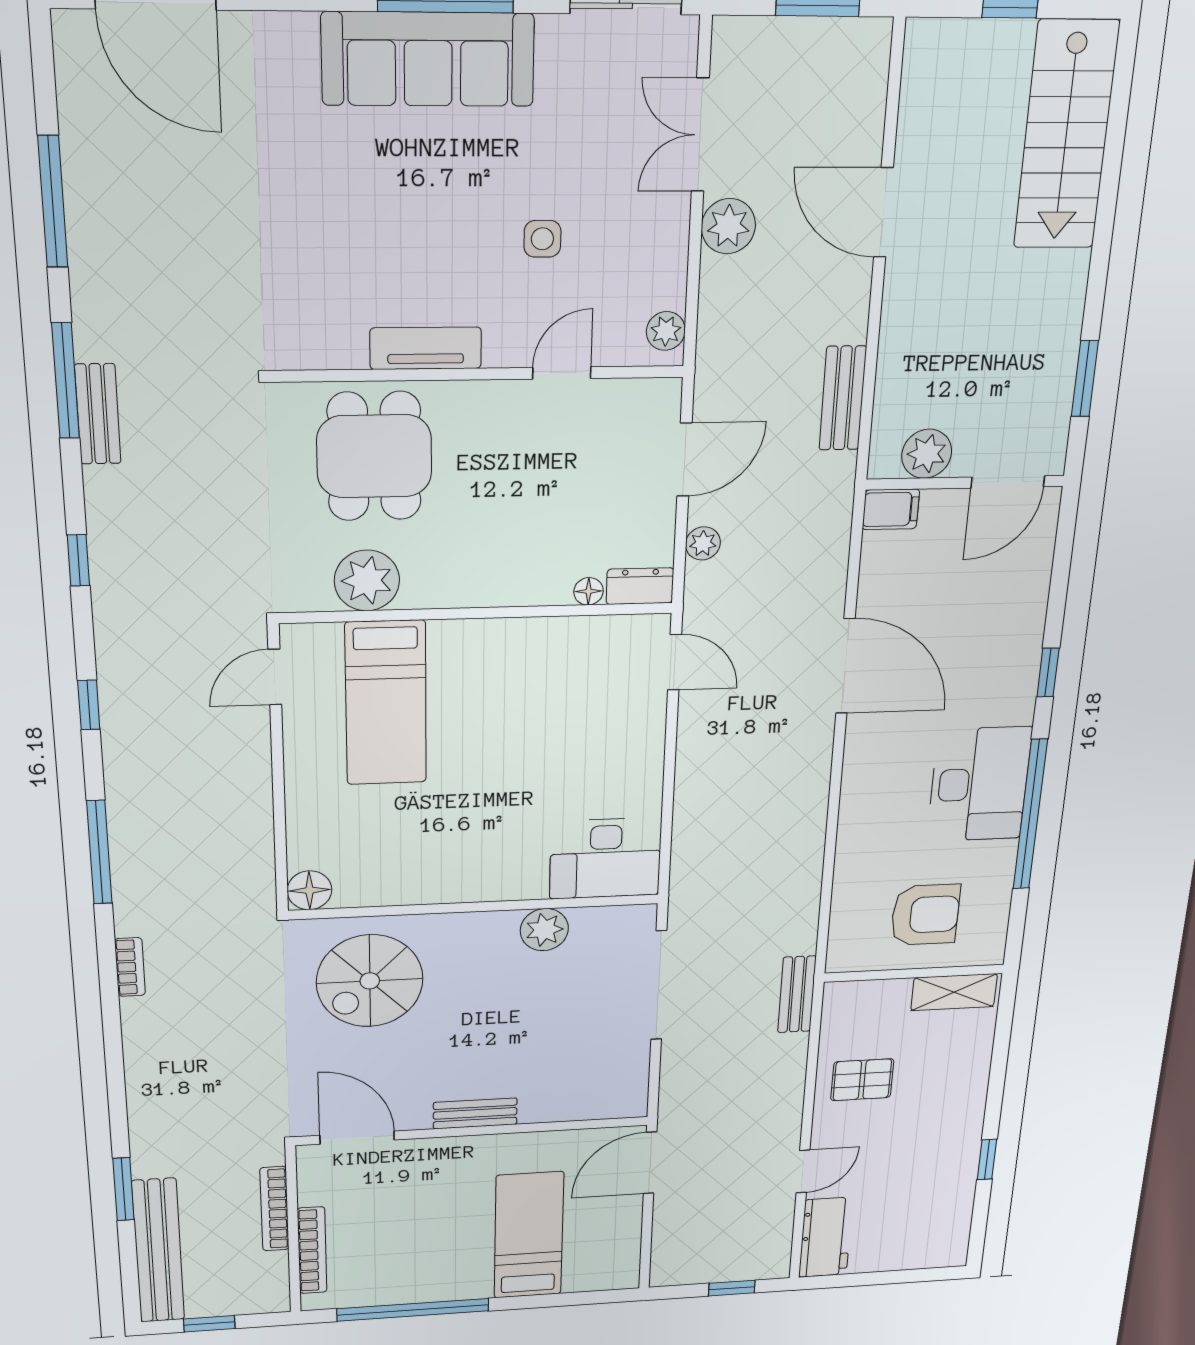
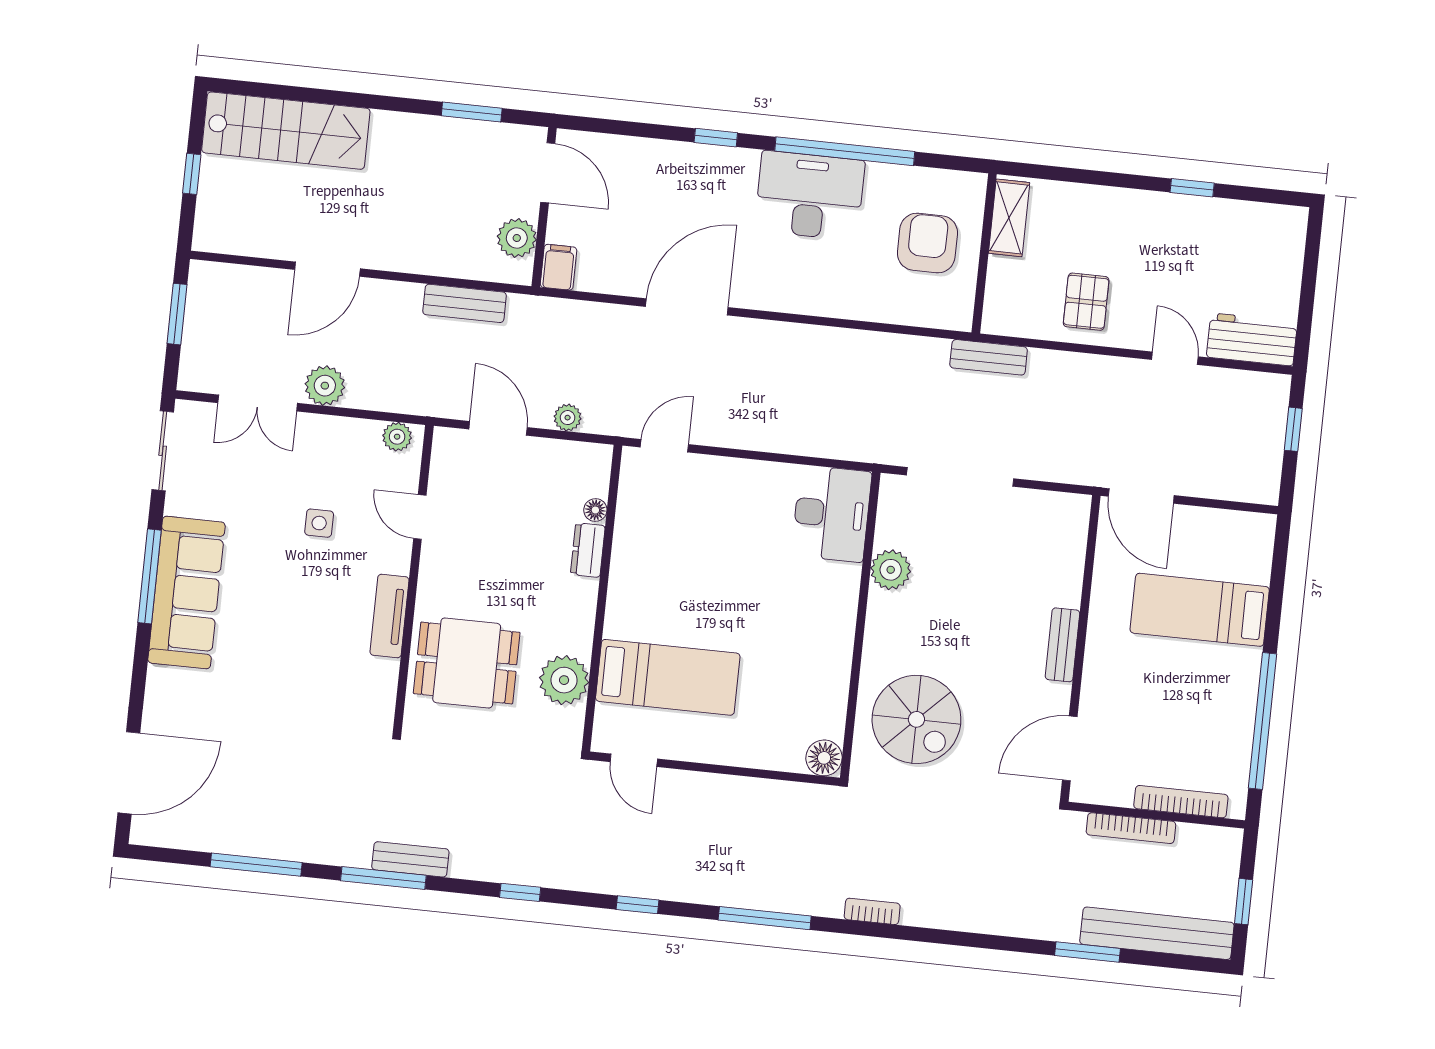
dresser: (640, 586) -> (588, 550), moved

